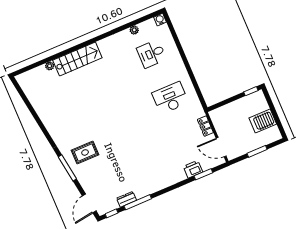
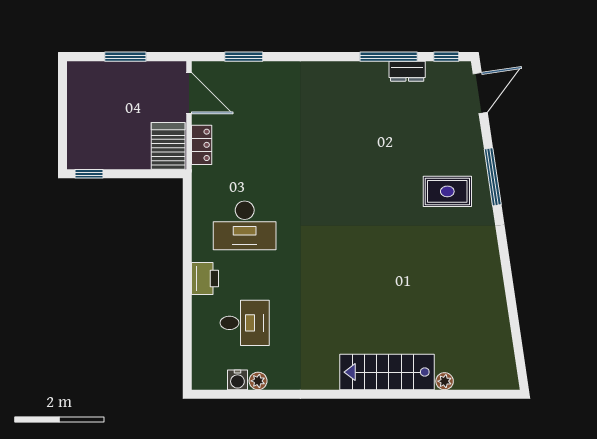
water cooler: (160, 20) -> (237, 380), moved
server rack: (263, 121) -> (168, 146), moved, turned -90
printer: (193, 169) -> (205, 279), moved, turned -90

